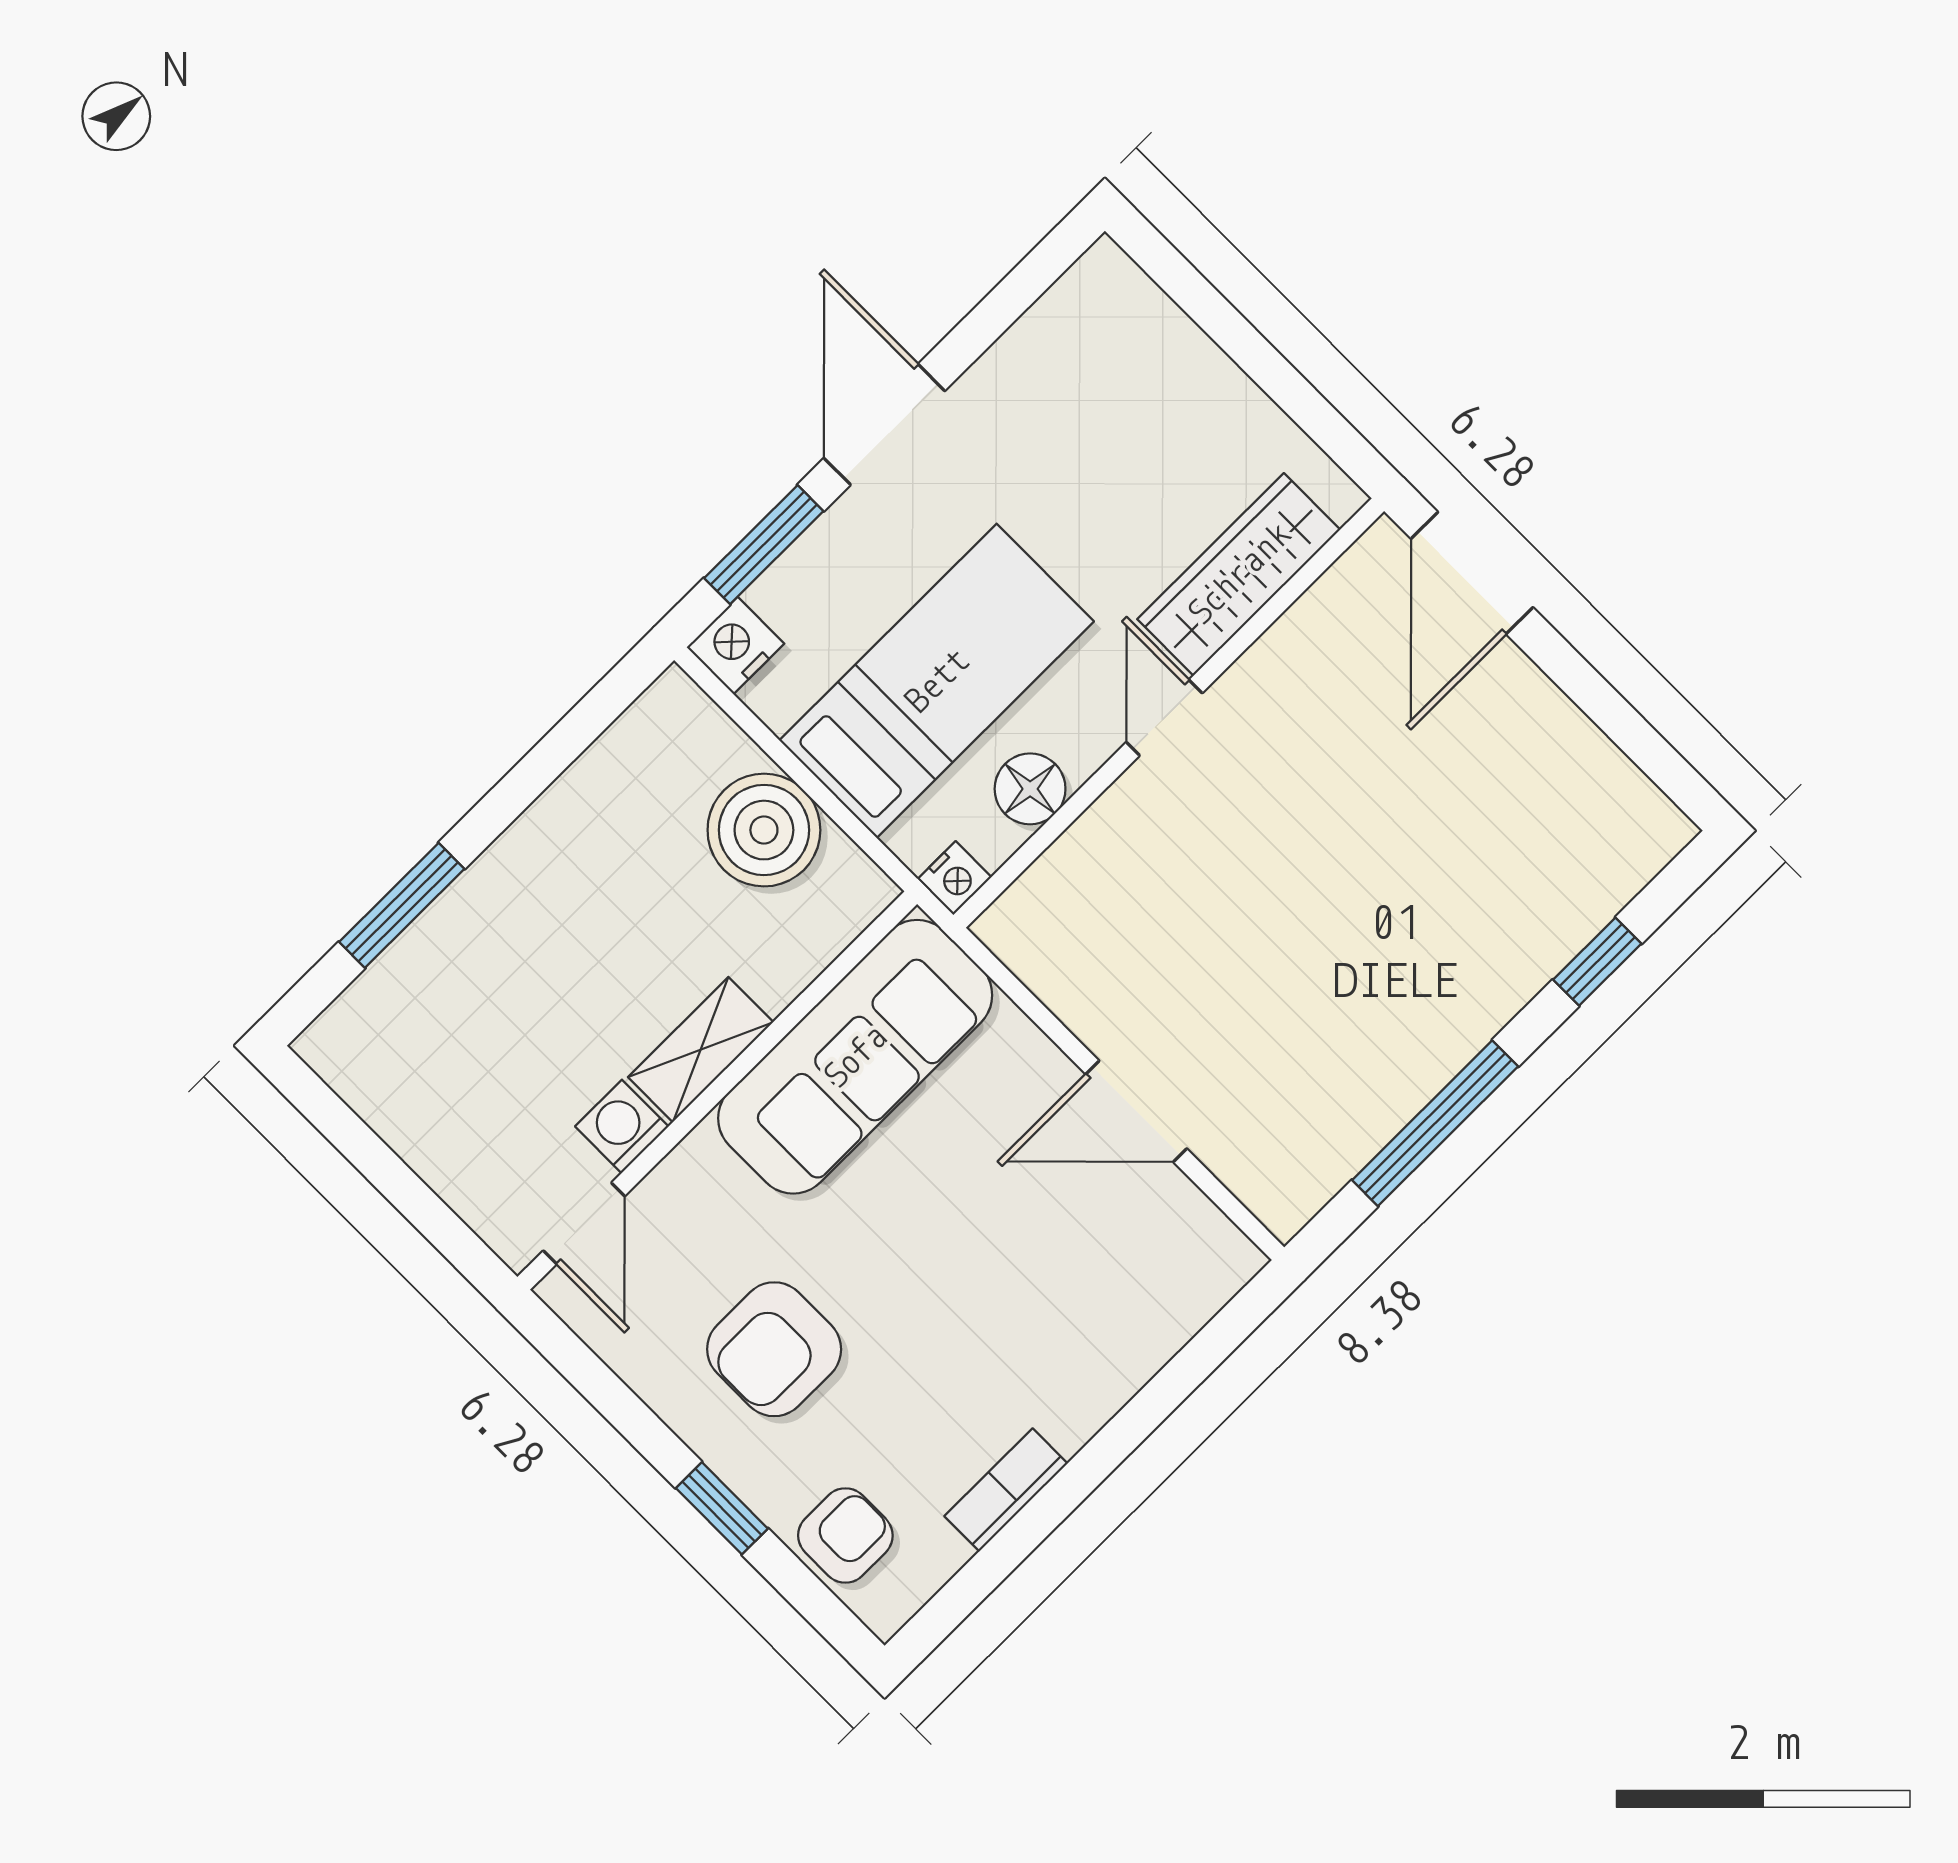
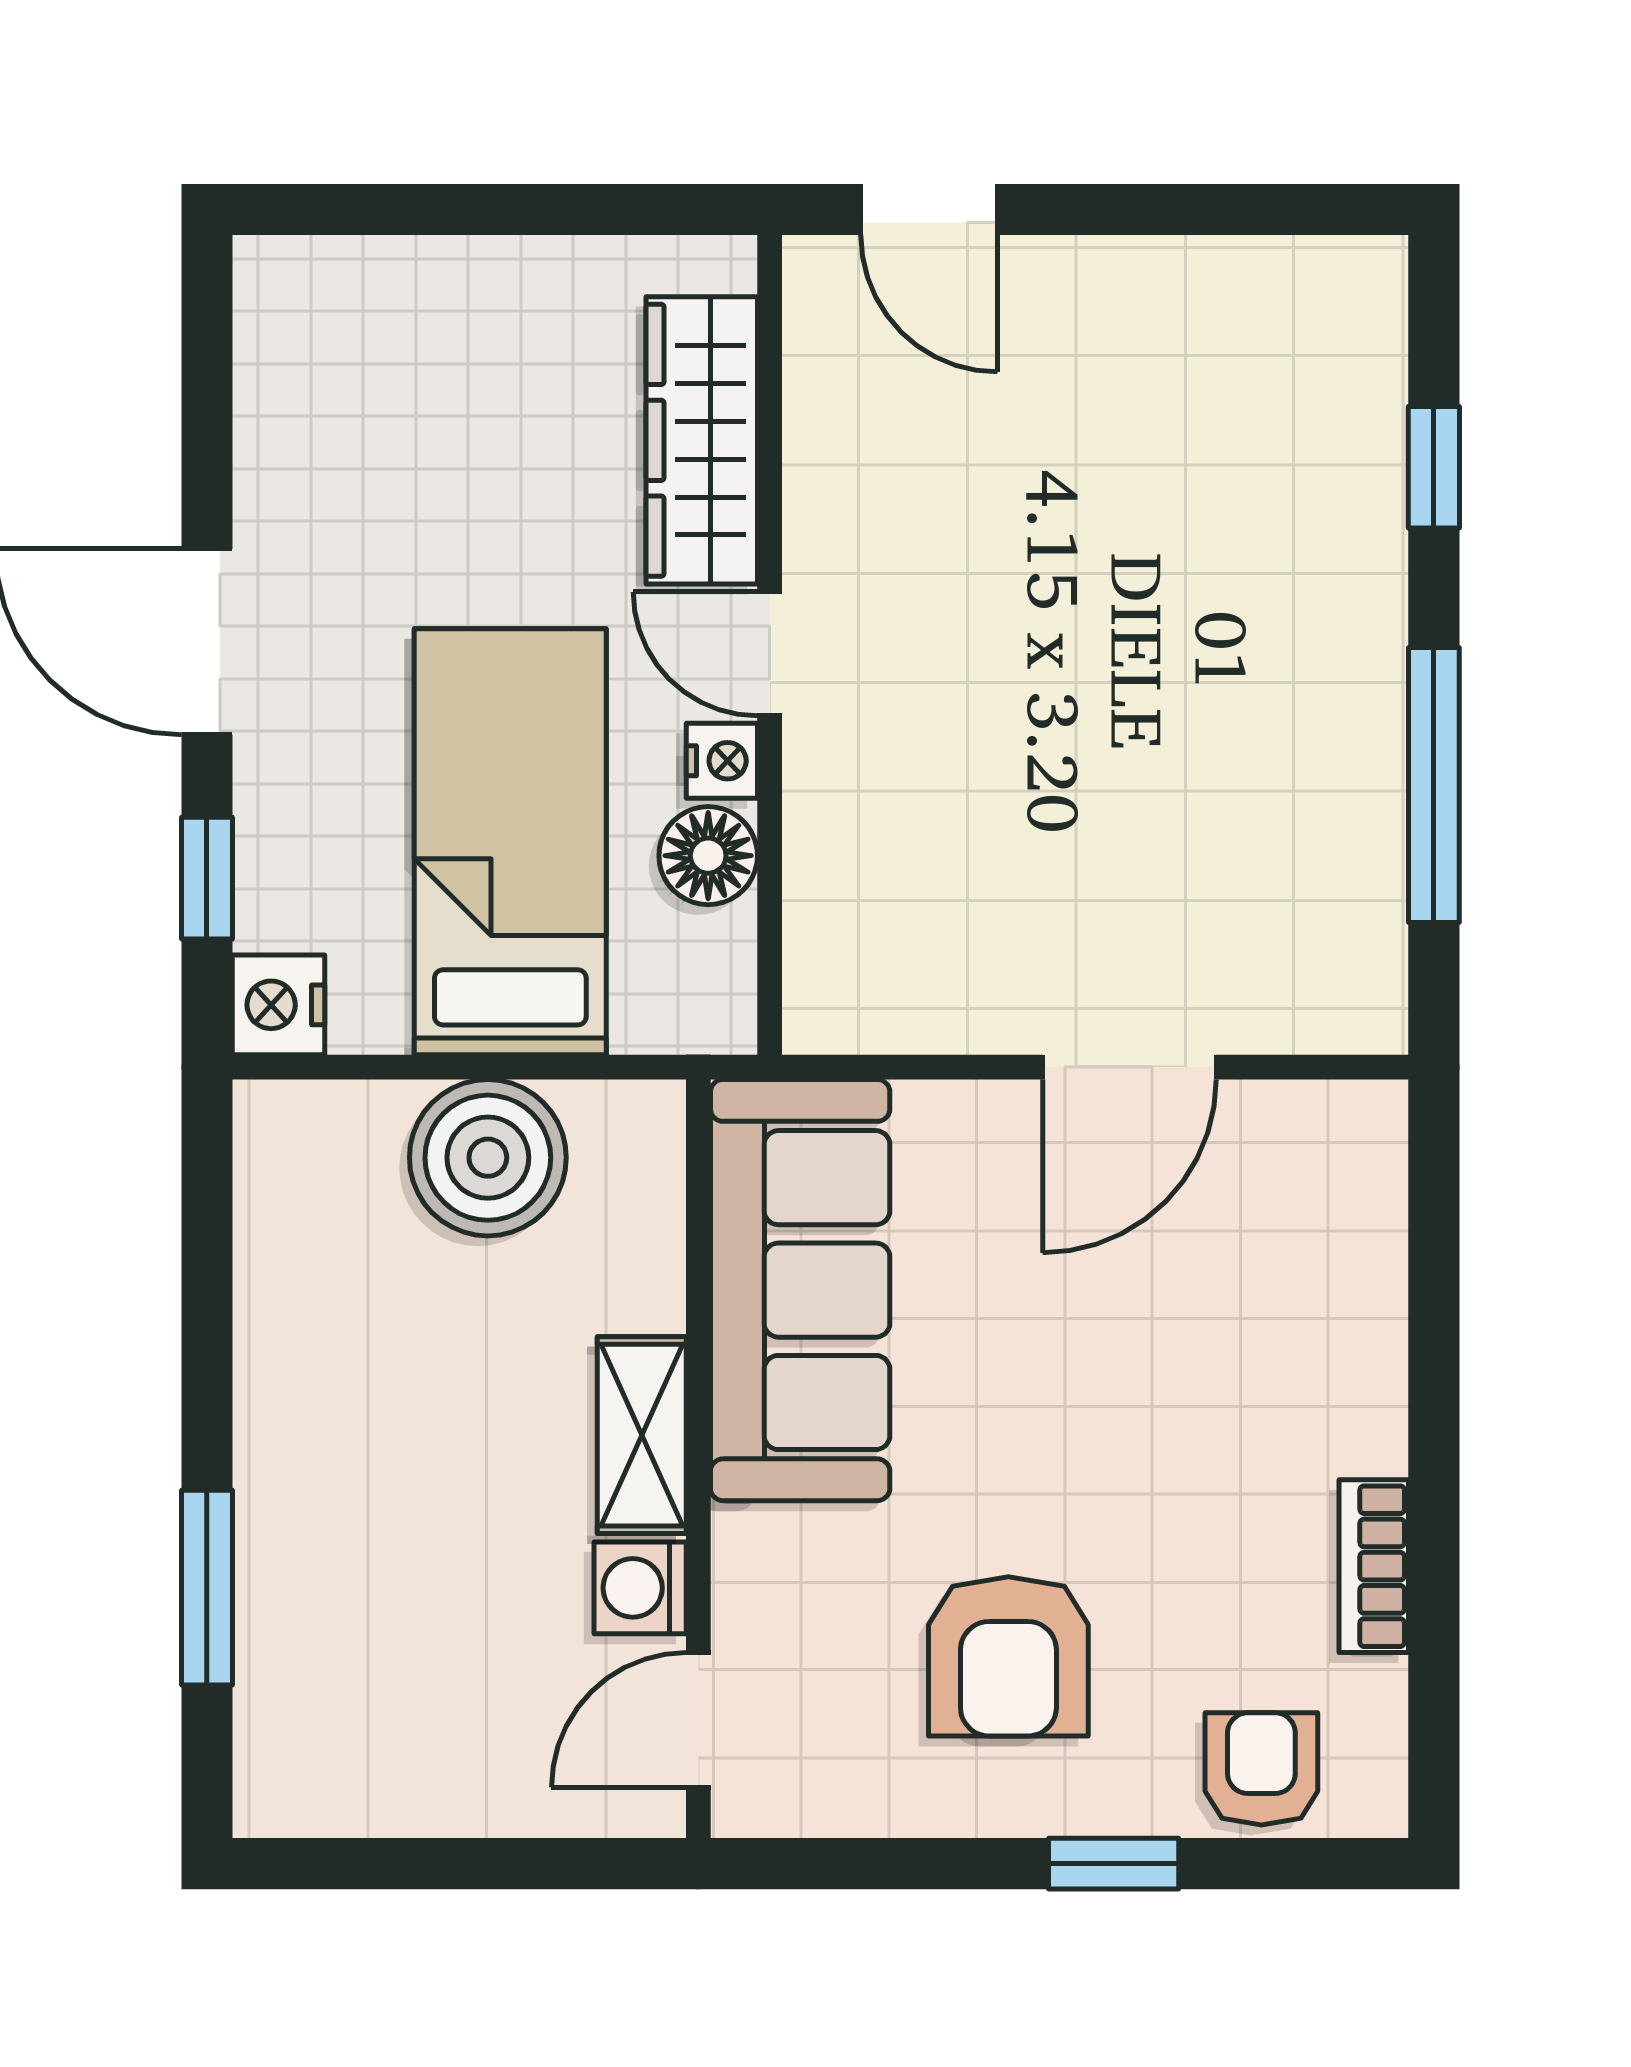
window: (764, 545) -> (207, 878), width x0.67
door: (1472, 573) -> (929, 210), width x0.73
nightstand: (955, 878) -> (722, 761), moved
door: (584, 1223) -> (698, 1720), swing flipped

